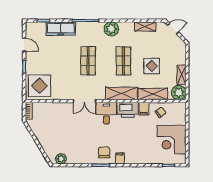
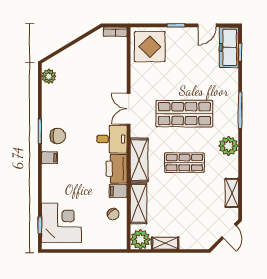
freezer: (61, 29) -> (229, 47), moved
shop shelf: (88, 61) -> (184, 114), width x1.43, depth x1.36
display table: (152, 66) -> (177, 202), removed
corner desk: (172, 140) -> (61, 223), moved, turned 90

